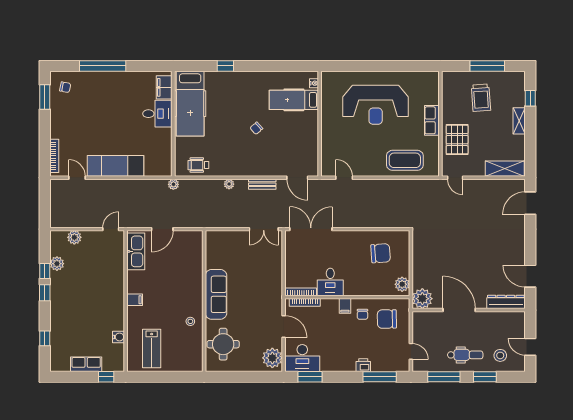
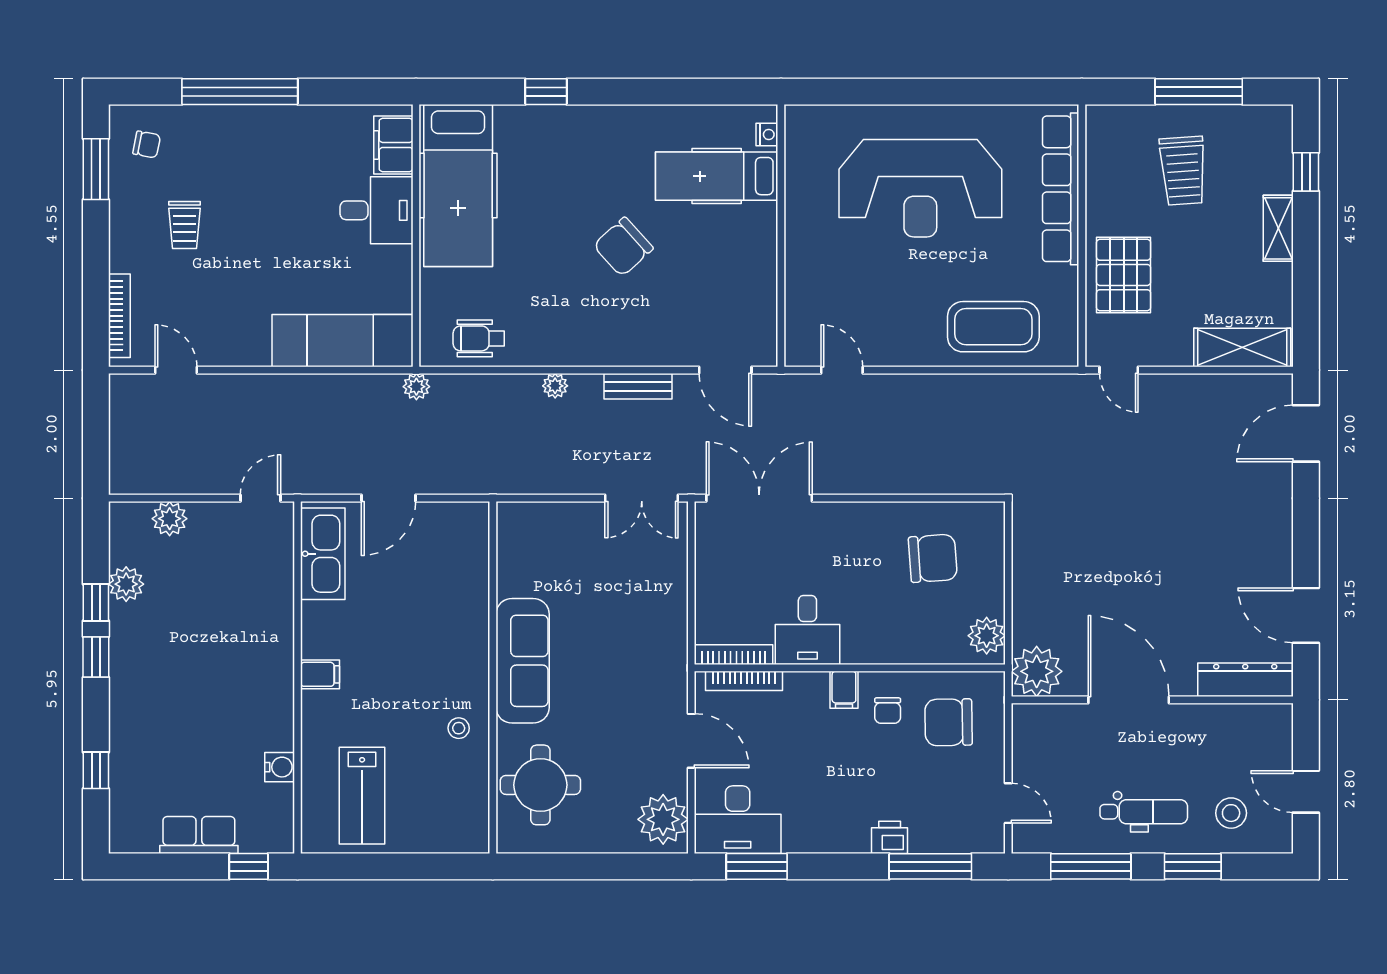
trolley: (80, 120) -> (184, 225), added
row of seats: (432, 120) -> (1061, 189), width x2.02
chair: (256, 128) -> (623, 247), width x1.87, depth x1.87
exam couch: (116, 166) -> (342, 341), moved

